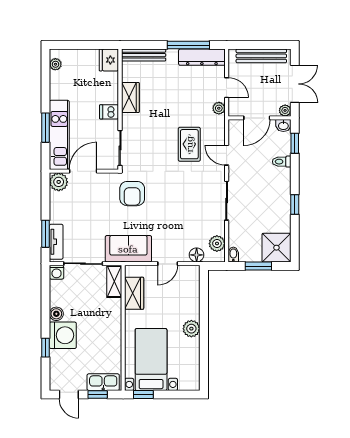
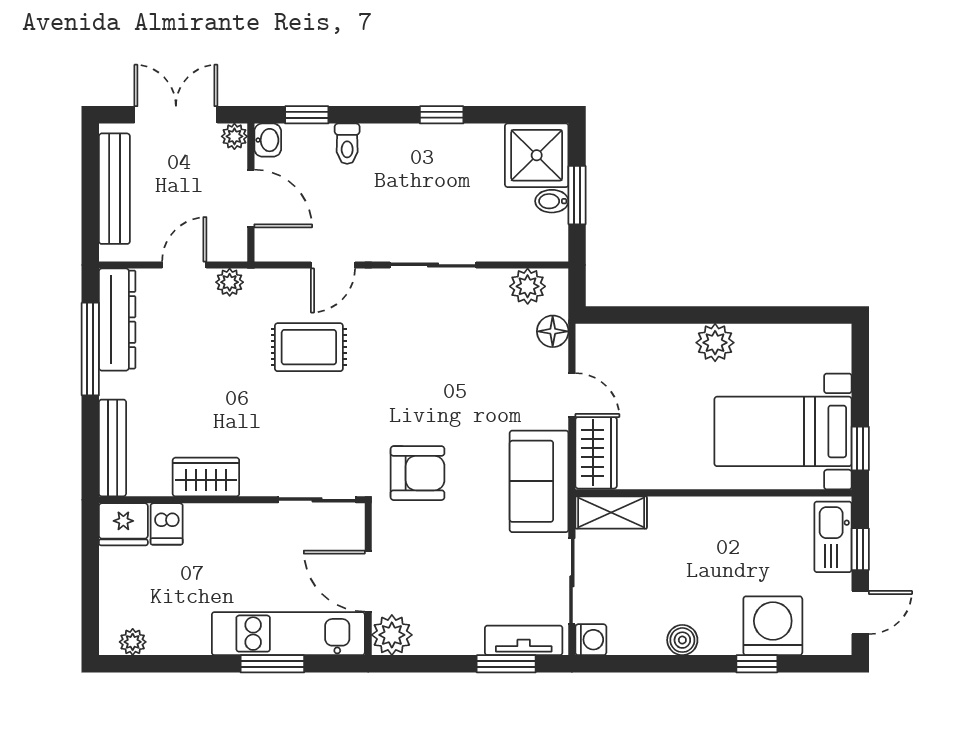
dishwasher: (109, 112) -> (167, 524), moved
bidet: (233, 255) -> (552, 201), moved
wardrobe: (134, 293) -> (596, 453), moved, turned 90
washing machine: (63, 335) -> (773, 626), moved

